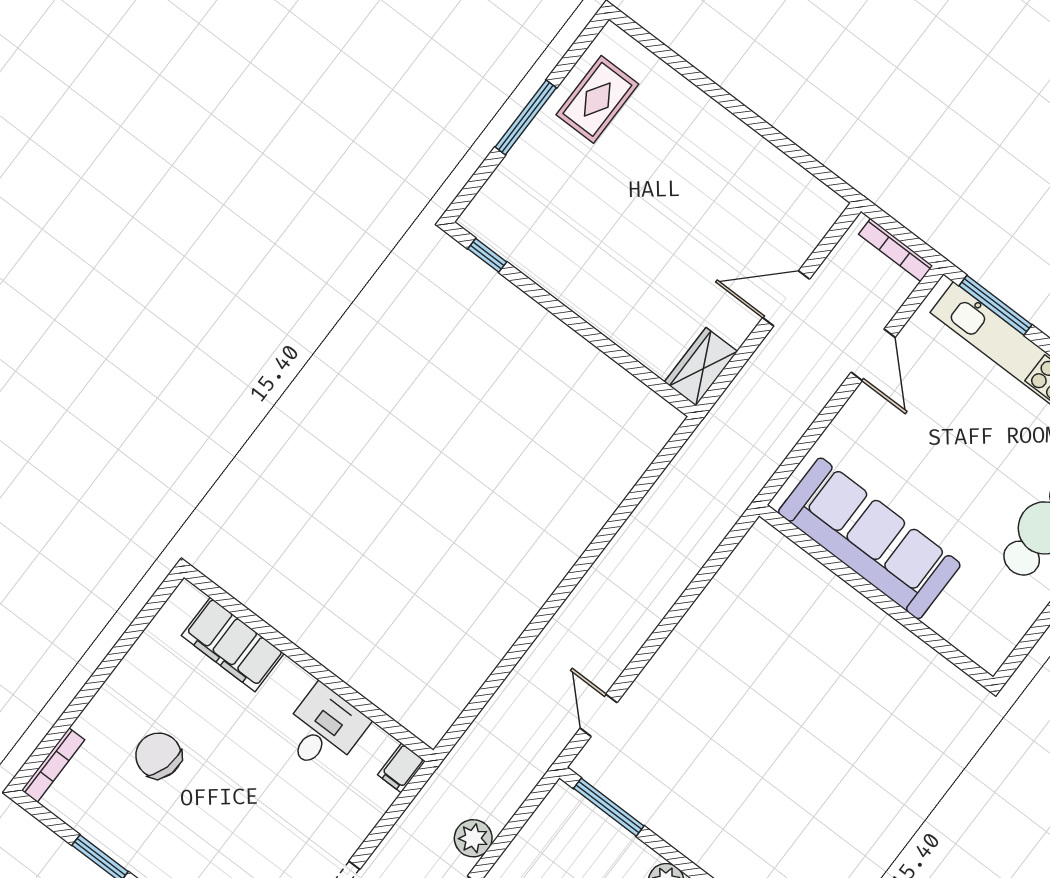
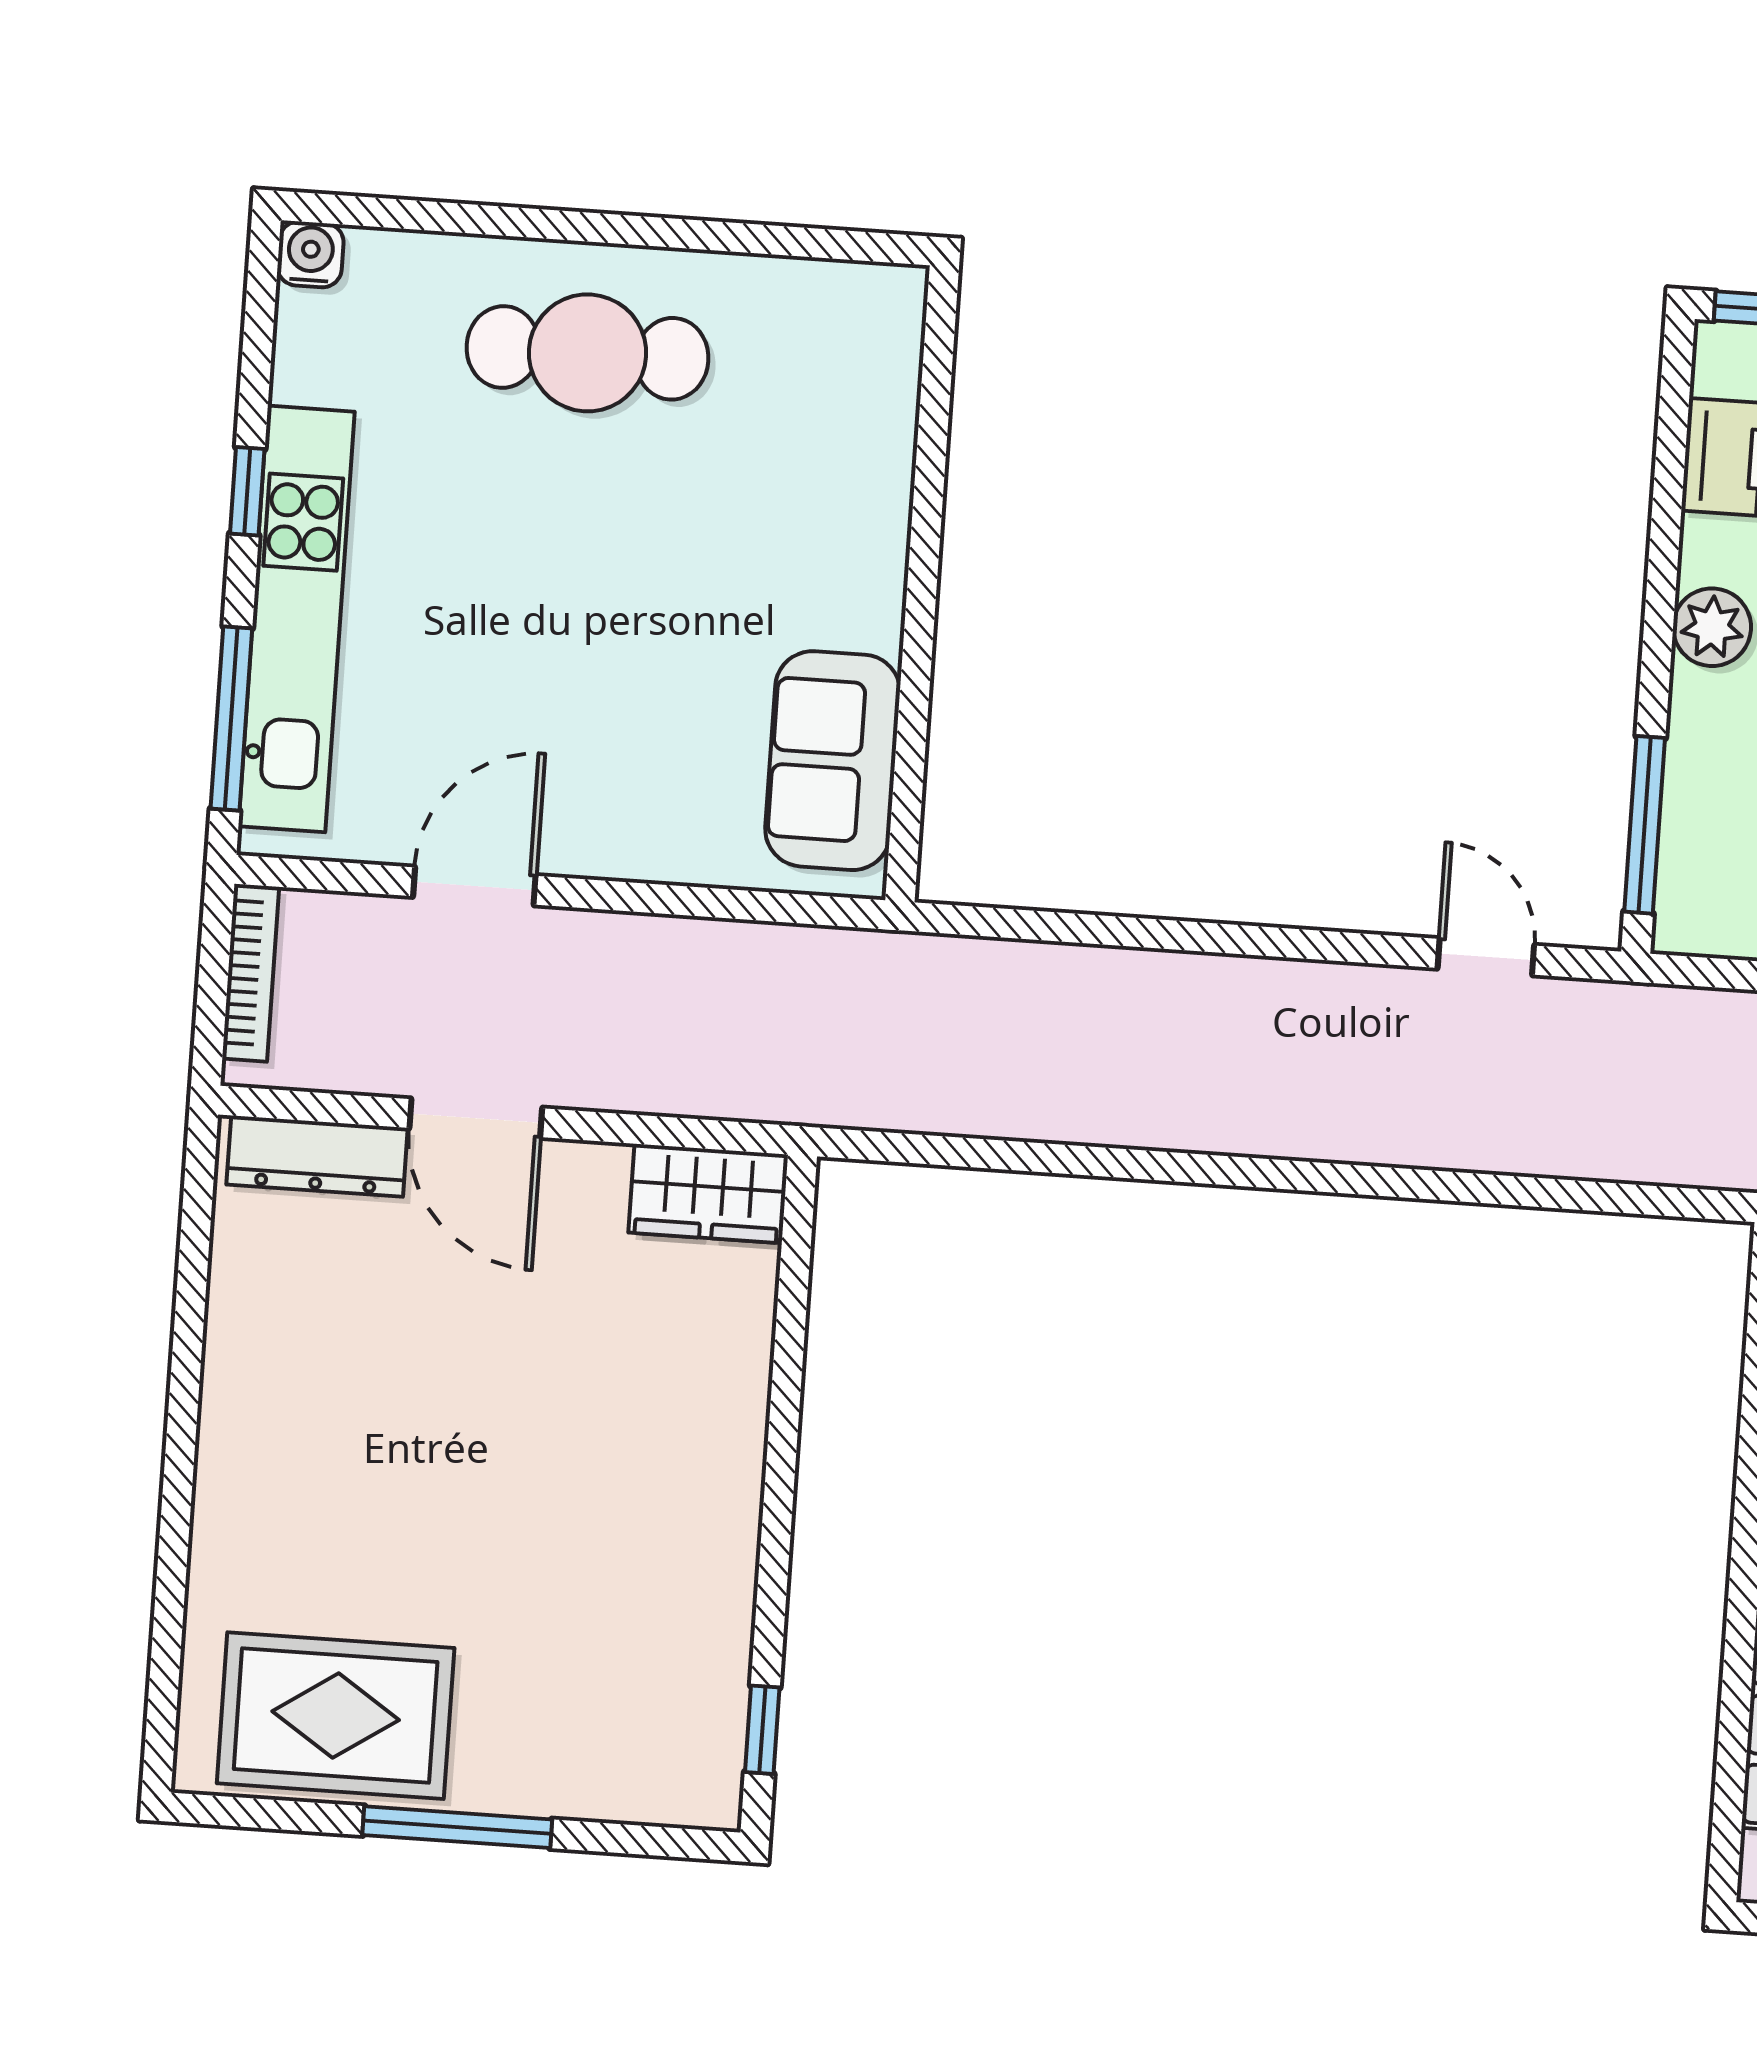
rug: (597, 99) -> (336, 1716), width x1.36, depth x1.43
dresser: (811, 230) -> (317, 1156), added
sofa: (869, 538) -> (833, 761), width x0.54, depth x0.79
door: (599, 715) -> (1486, 957), swing flipped

